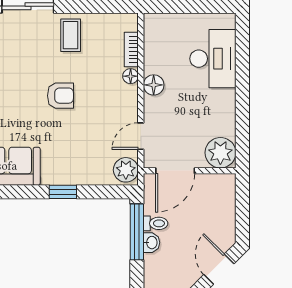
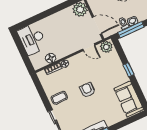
desk: (213, 59) -> (32, 39), moved, turned -90
floor lamp: (154, 85) -> (51, 58), moved

